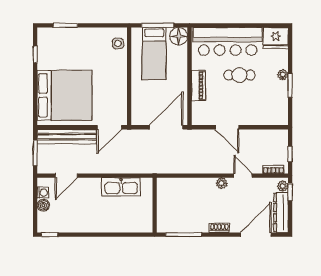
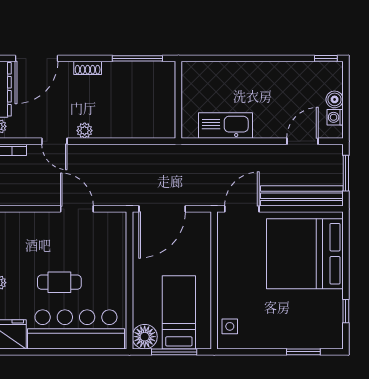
piano: (198, 86) -> (117, 267), removed

